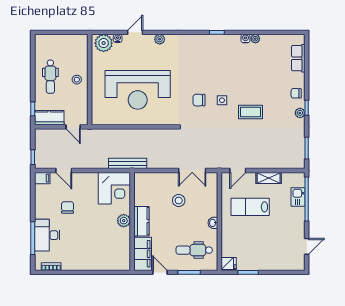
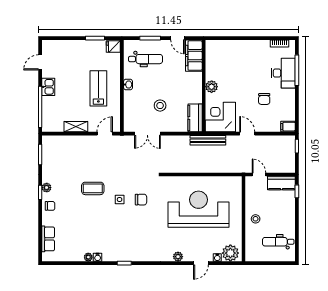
dental chair: (50, 77) -> (278, 242), moved, turned -90
door: (64, 171) -> (247, 134), moved
double door: (192, 171) -> (147, 134), swing flipped
kitchen sink: (298, 197) -> (48, 87), moved
lab bench: (250, 207) -> (98, 88), moved, turned -90
kitchen counter: (141, 221) -> (195, 118), moved

